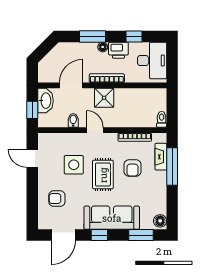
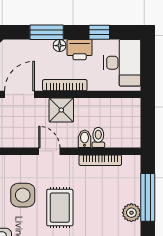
toilet: (162, 119) -> (98, 137), moved
bidet: (73, 120) -> (85, 139), moved
fireplace: (161, 157) -> (133, 185), removed
armchair: (133, 168) -> (97, 199), removed
plant: (159, 179) -> (131, 213), added

